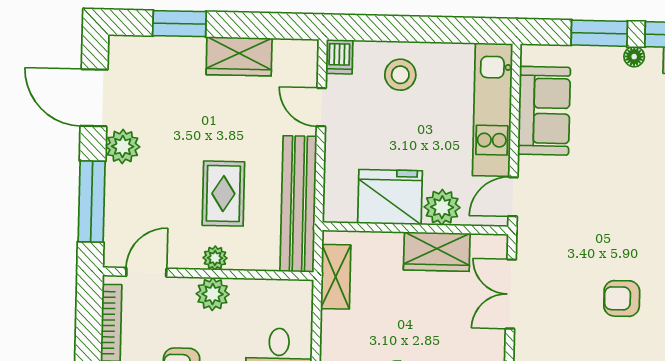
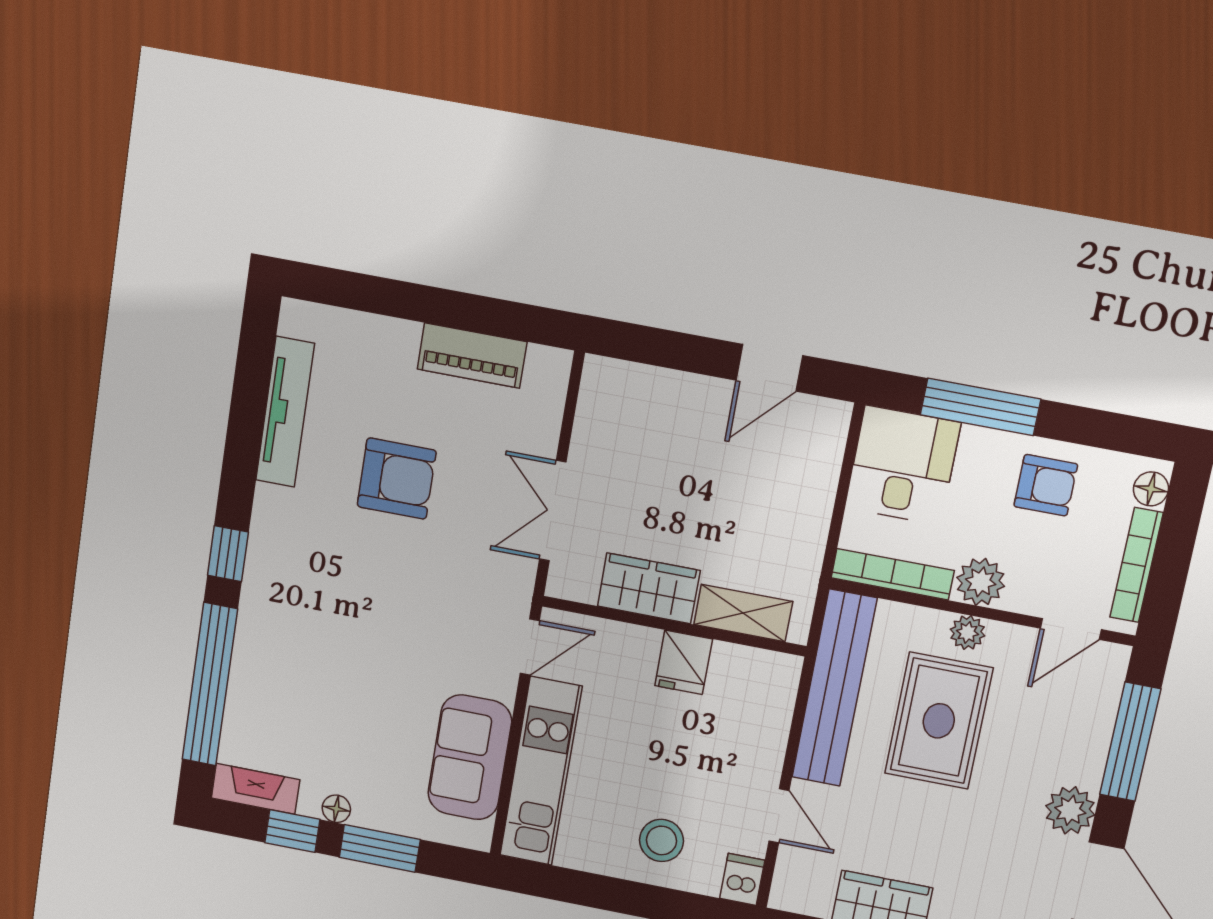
rug: (223, 194) -> (939, 721), width x1.36, depth x1.43
fridge: (390, 197) -> (684, 662), width x0.53, depth x0.75
plant: (442, 207) -> (632, 649), removed
shelving: (336, 277) -> (743, 613), moved, turned 90
bookcase: (273, 289) -> (893, 574), added
double door: (511, 294) -> (553, 511), swing flipped
armchair: (622, 298) -> (397, 479), width x1.38, depth x1.38

